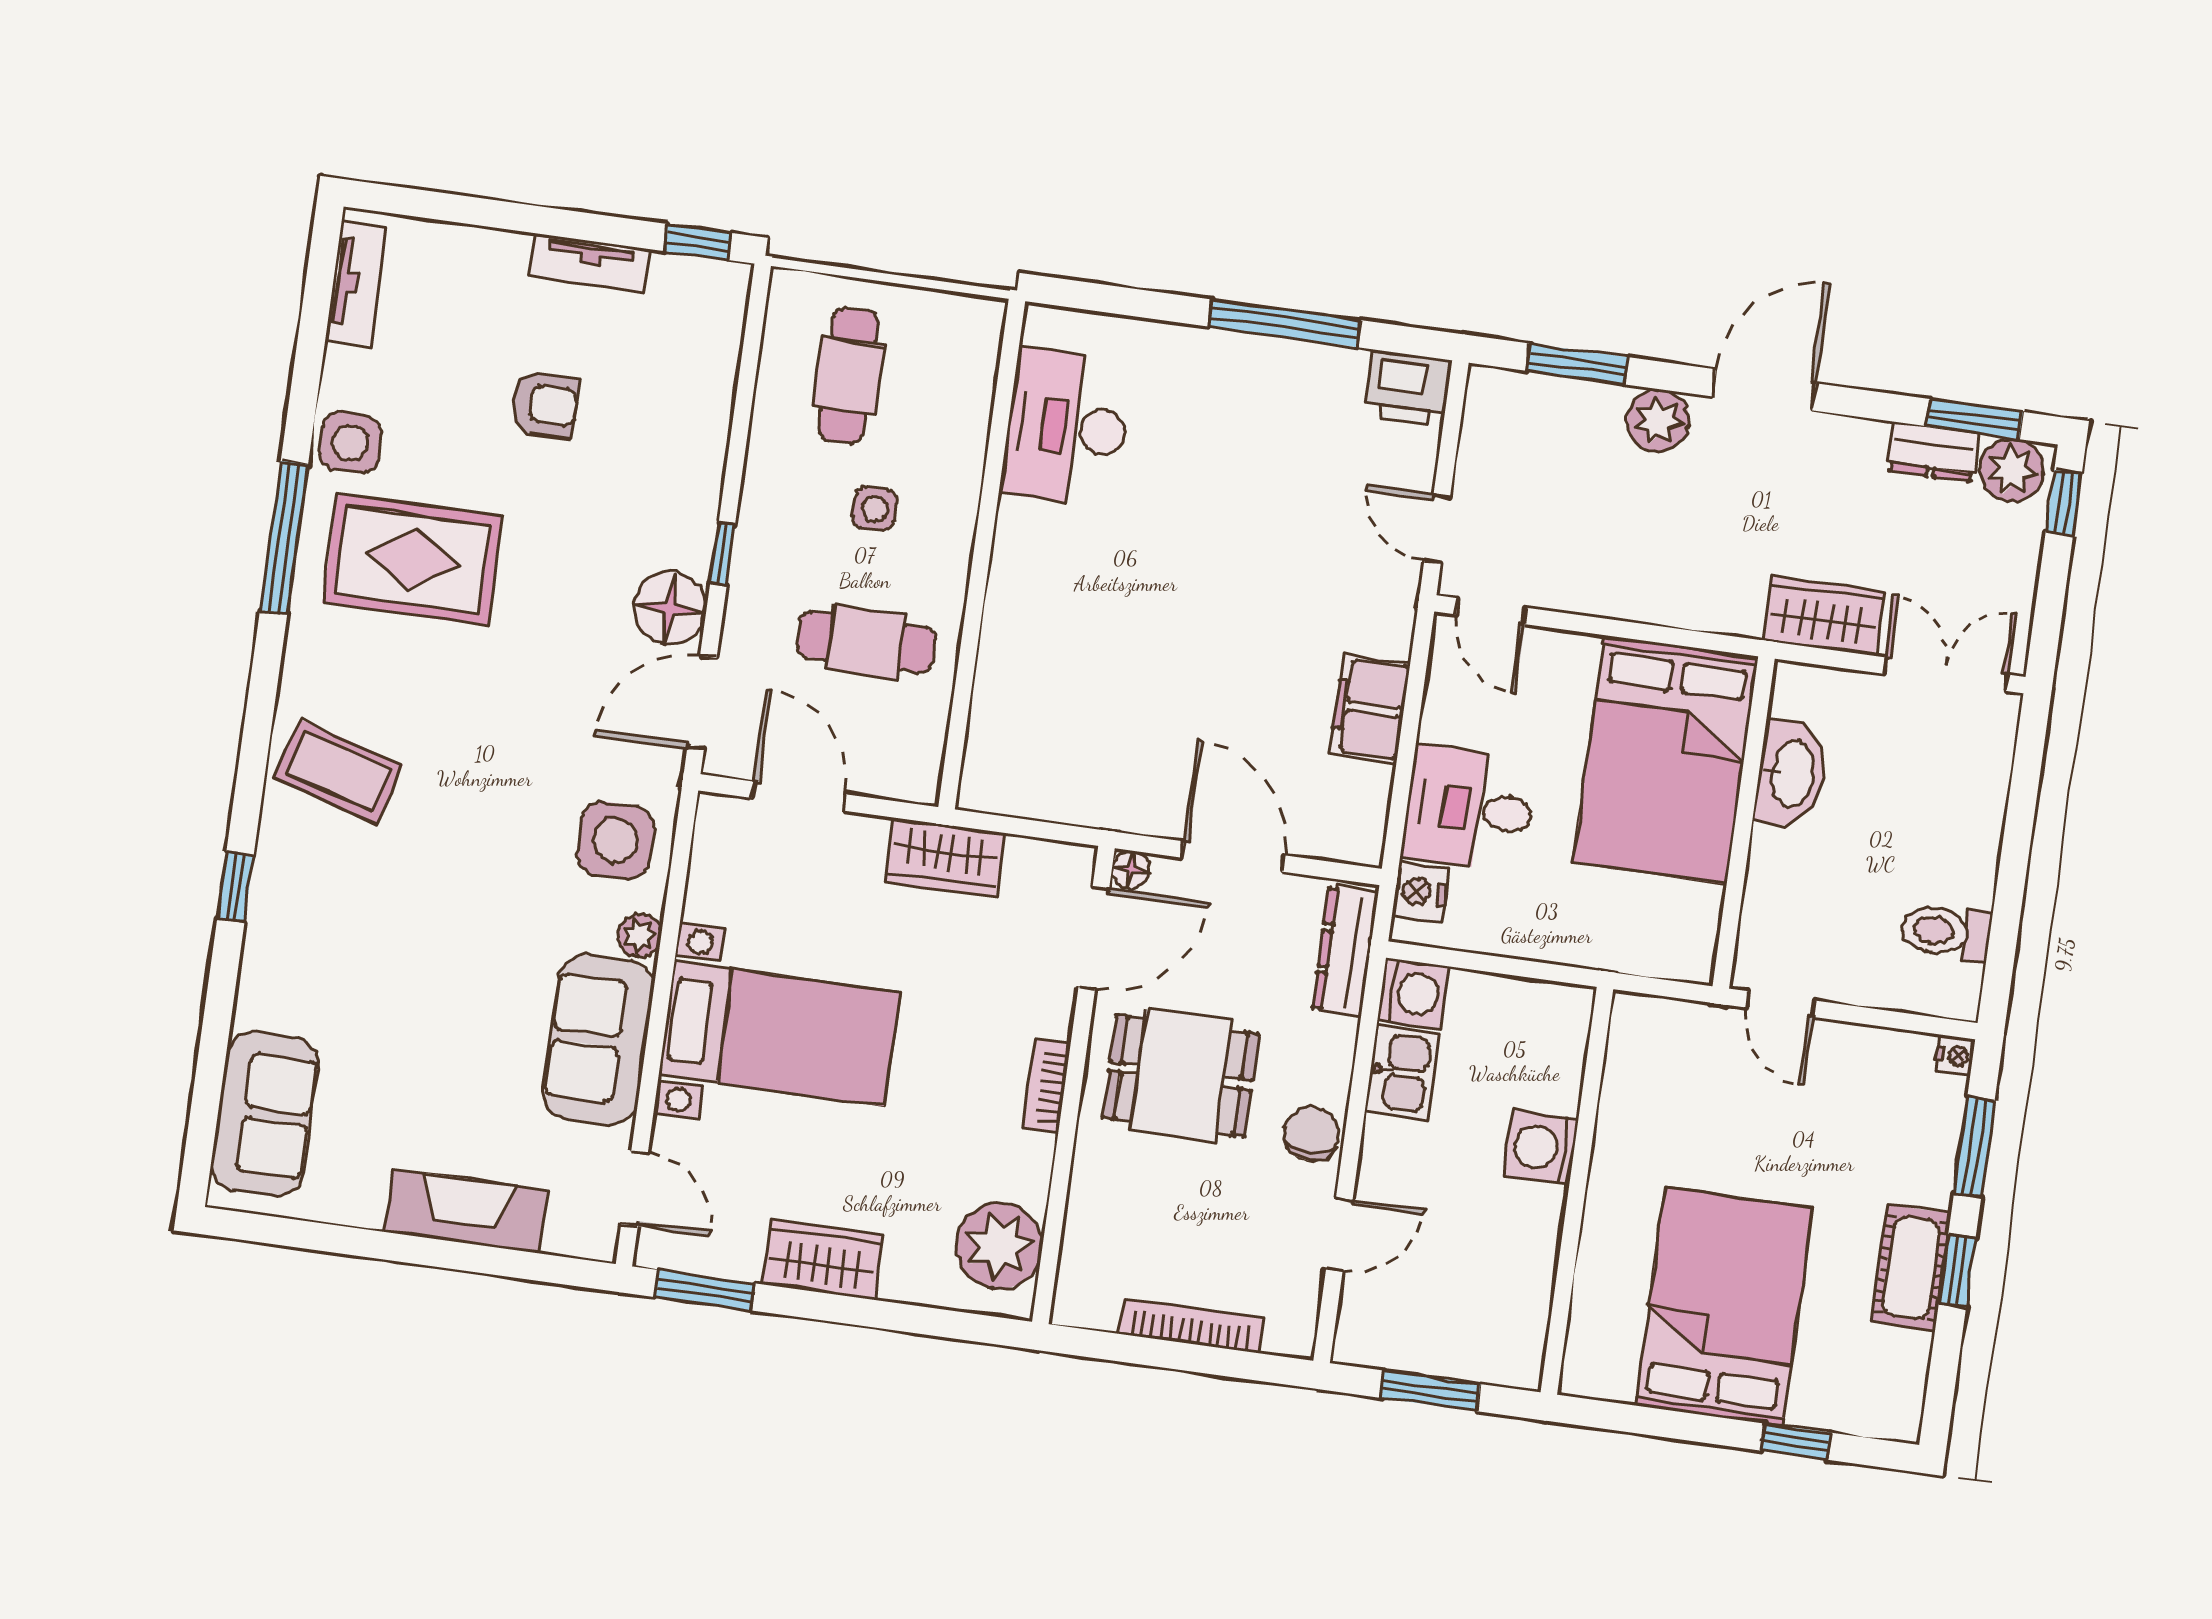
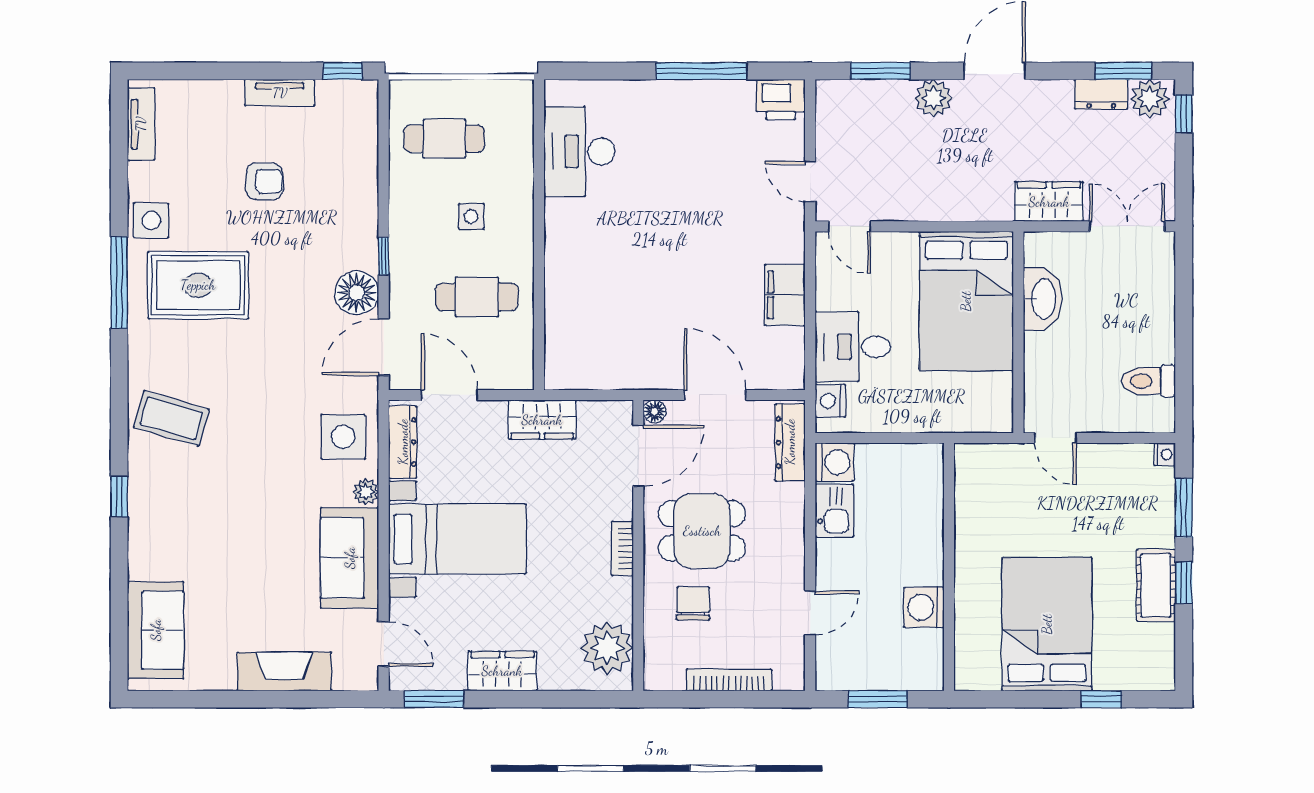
cafe table: (848, 376) -> (444, 139), turned 90
dresser: (712, 862) -> (403, 442), added
chair: (1312, 1134) -> (693, 604), moved
washing machine: (1541, 1147) -> (924, 607), moved

